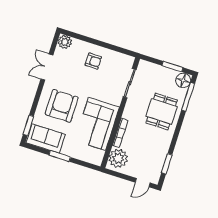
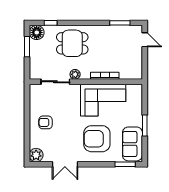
armchair: (93, 61) -> (45, 122), turned -90
window: (188, 97) -> (51, 23), width x0.46
plant: (118, 158) -> (75, 74), moved, width x0.53, depth x0.53

